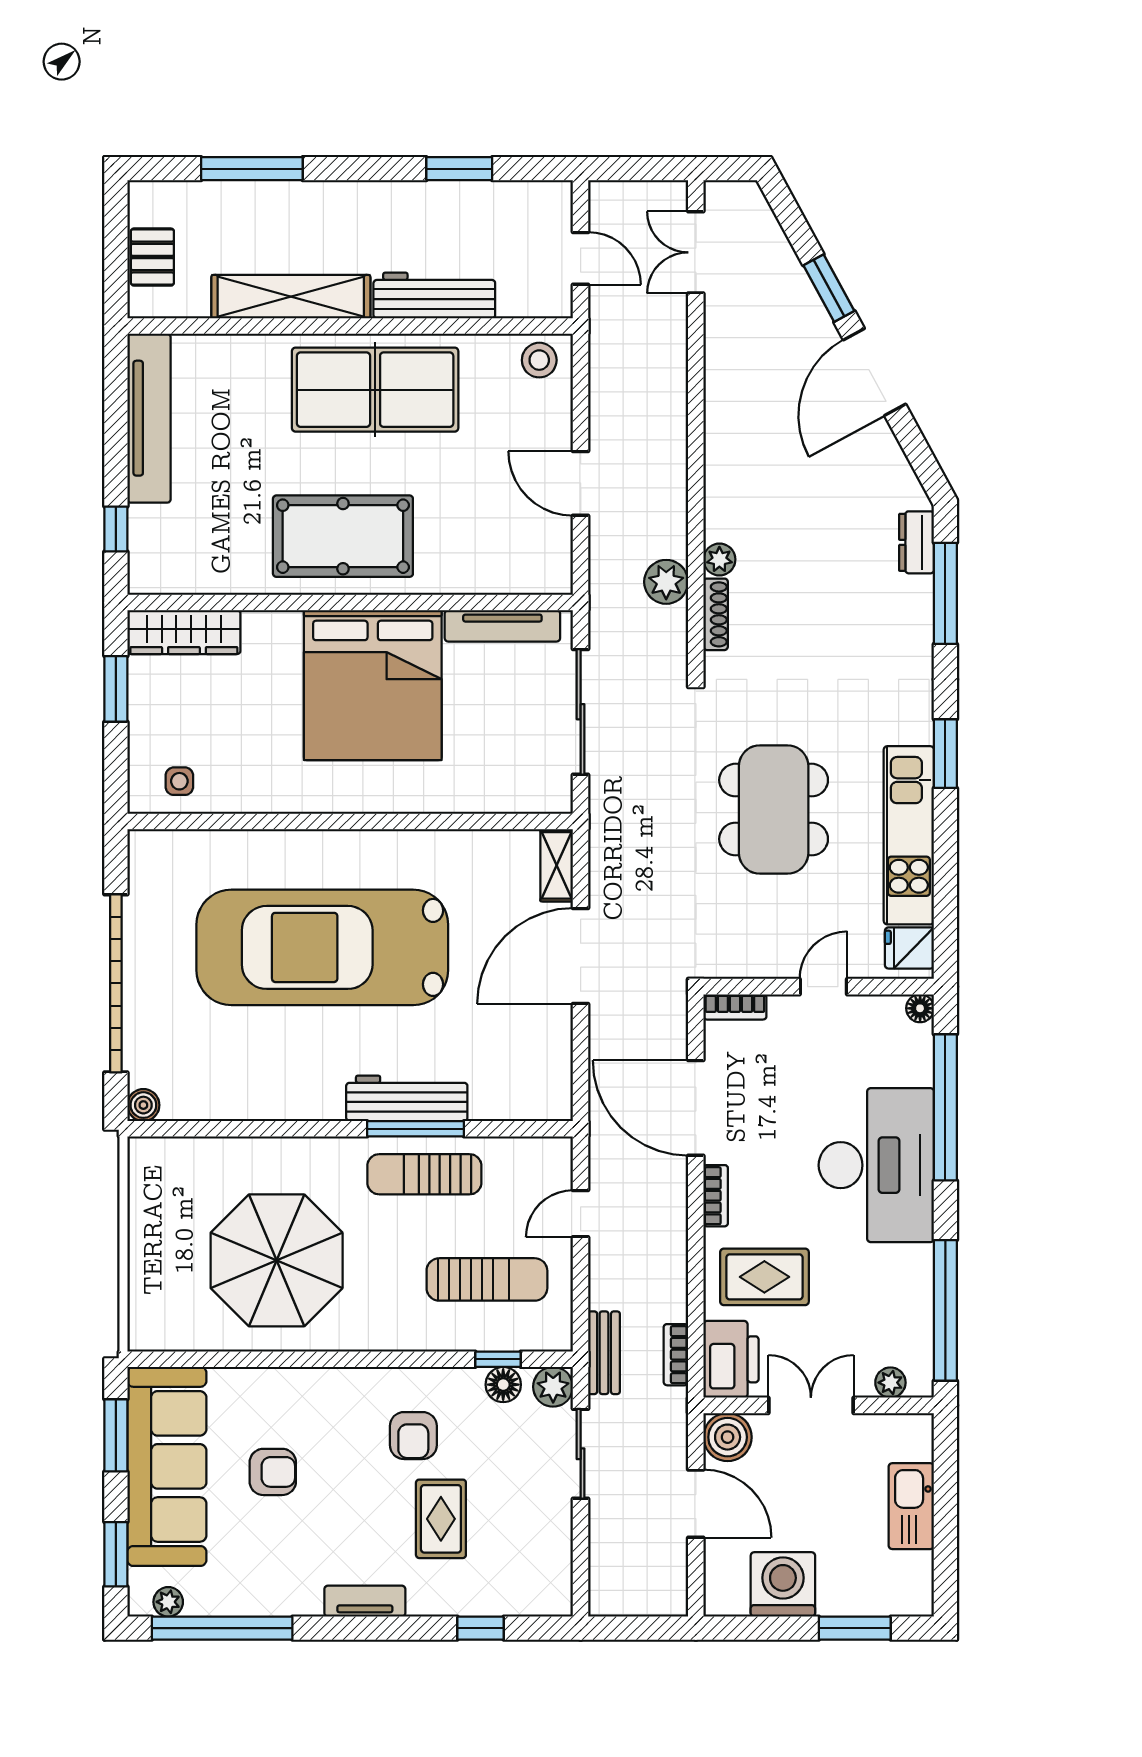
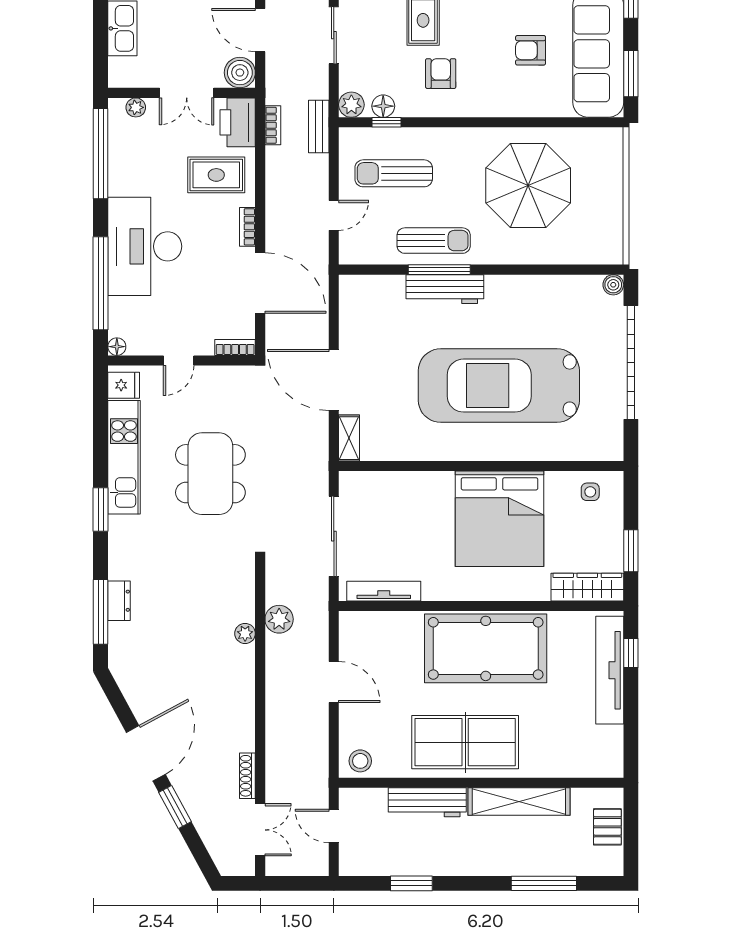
tv unit: (149, 418) -> (610, 670), moved
pool table: (343, 536) -> (486, 648), width x1.36, depth x1.32
dresser: (916, 542) -> (119, 601), moved
shoe rack: (716, 614) -> (247, 776), moved
bed: (373, 685) -> (500, 519), moved, turned 180
car: (322, 947) -> (499, 386), turned 180
door: (581, 956) -> (334, 380), swing flipped
sliding door: (581, 1454) -> (334, 35), moved

